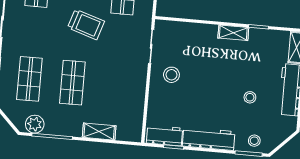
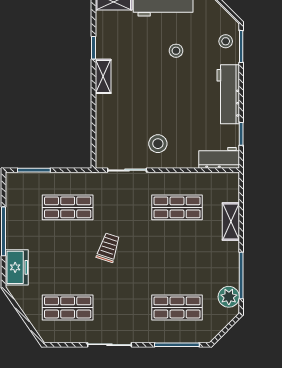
trolley: (86, 24) -> (108, 248), width x0.73, depth x0.72
shop shelf: (72, 83) -> (177, 207), moved
workbench: (164, 136) -> (219, 158), moved, turned 90

